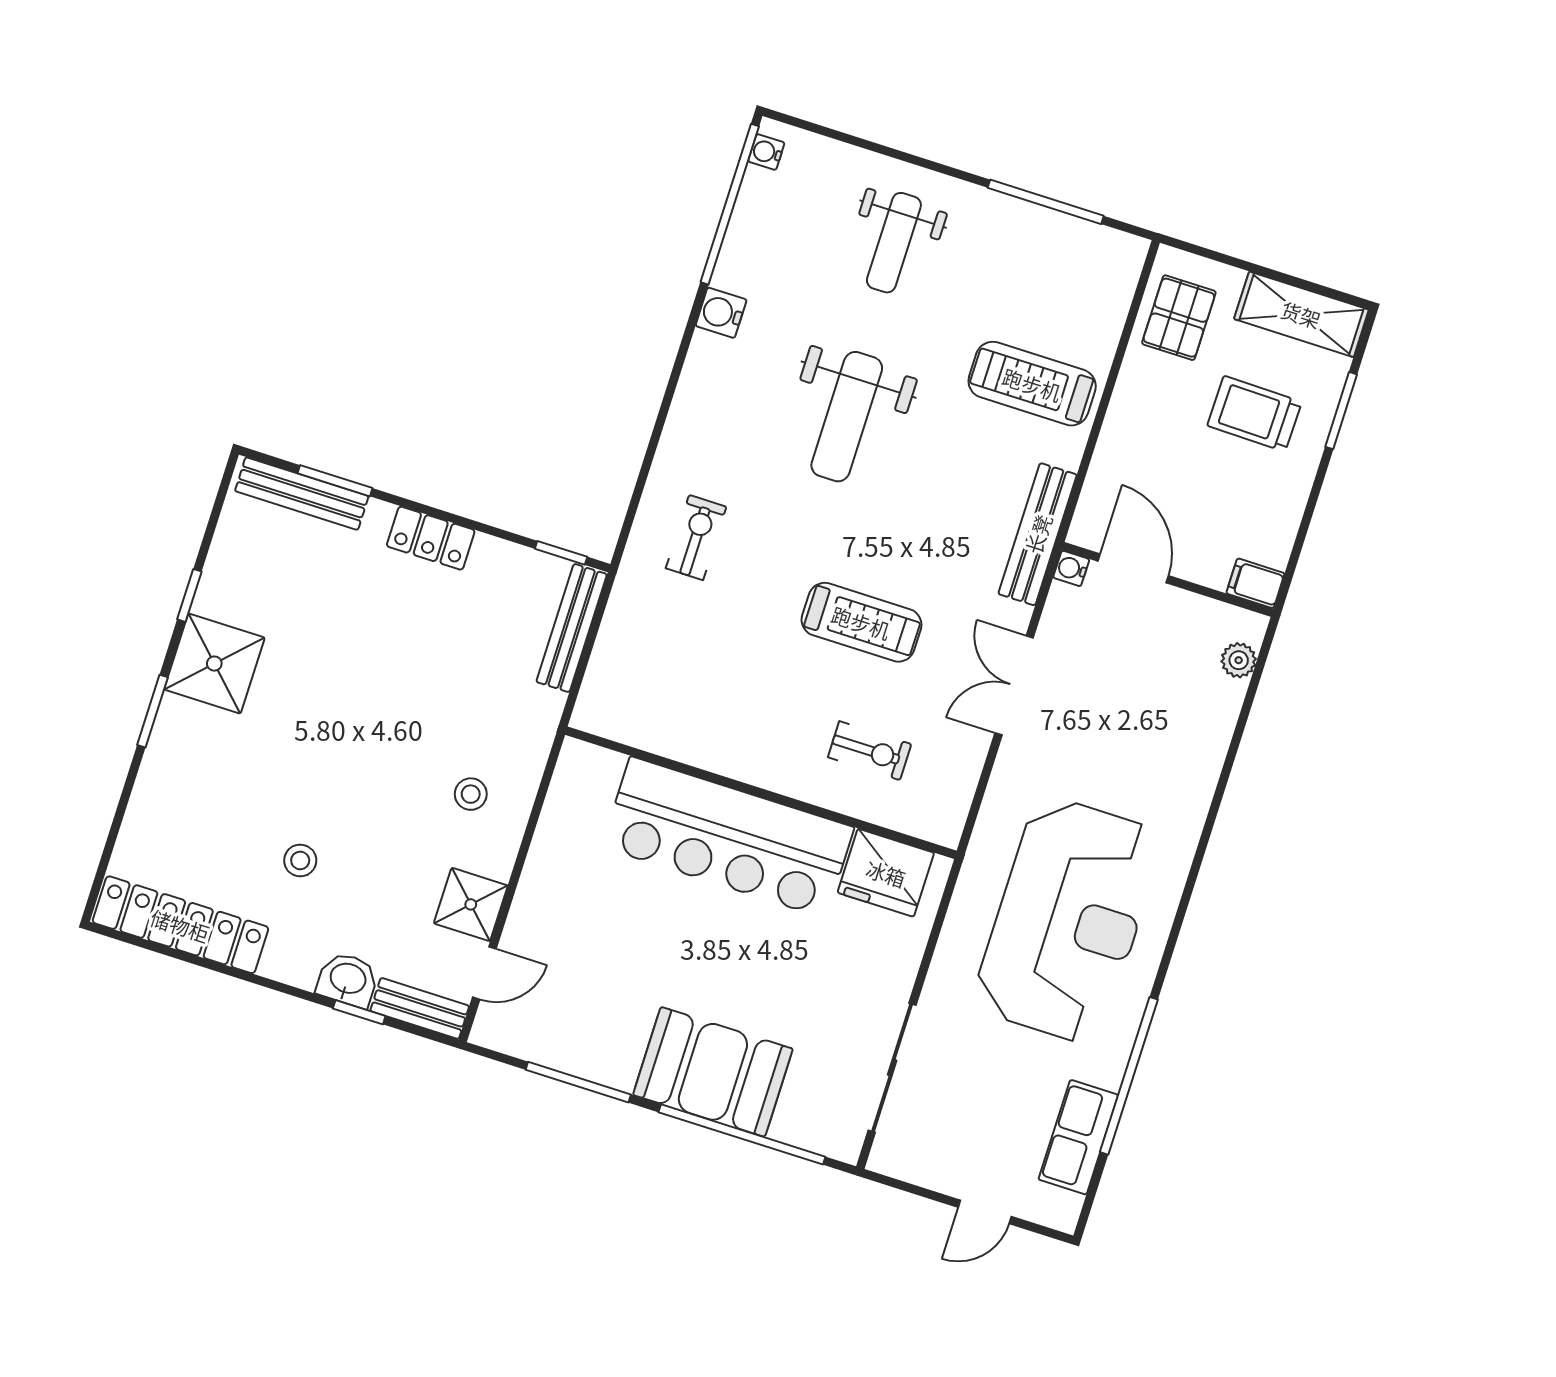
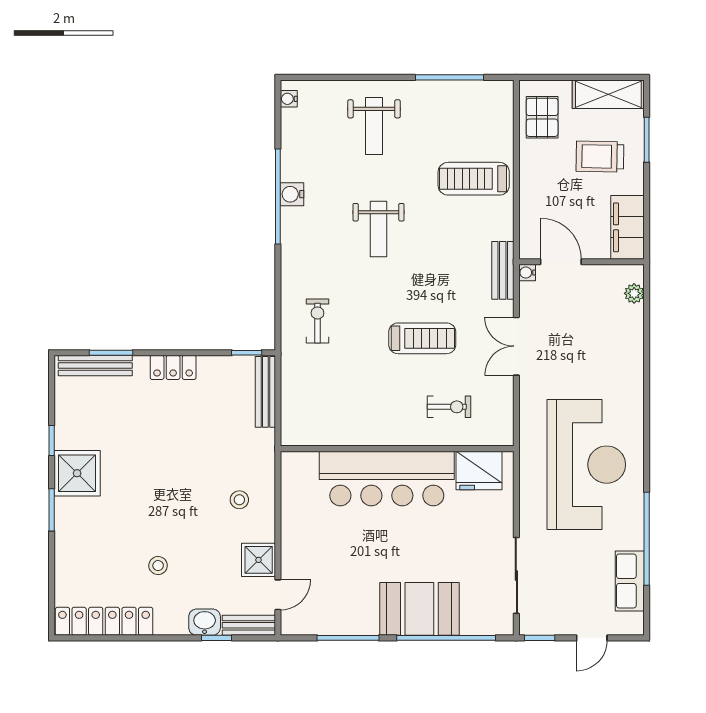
window: (730, 204) -> (278, 197), moved
weight bench: (847, 417) -> (378, 229), width x0.73, depth x0.75
bench: (1038, 534) -> (503, 270), width x0.73
filing cabinet: (1255, 583) -> (628, 227), width x3.00, depth x1.17
window: (898, 1184) -> (540, 638), added

